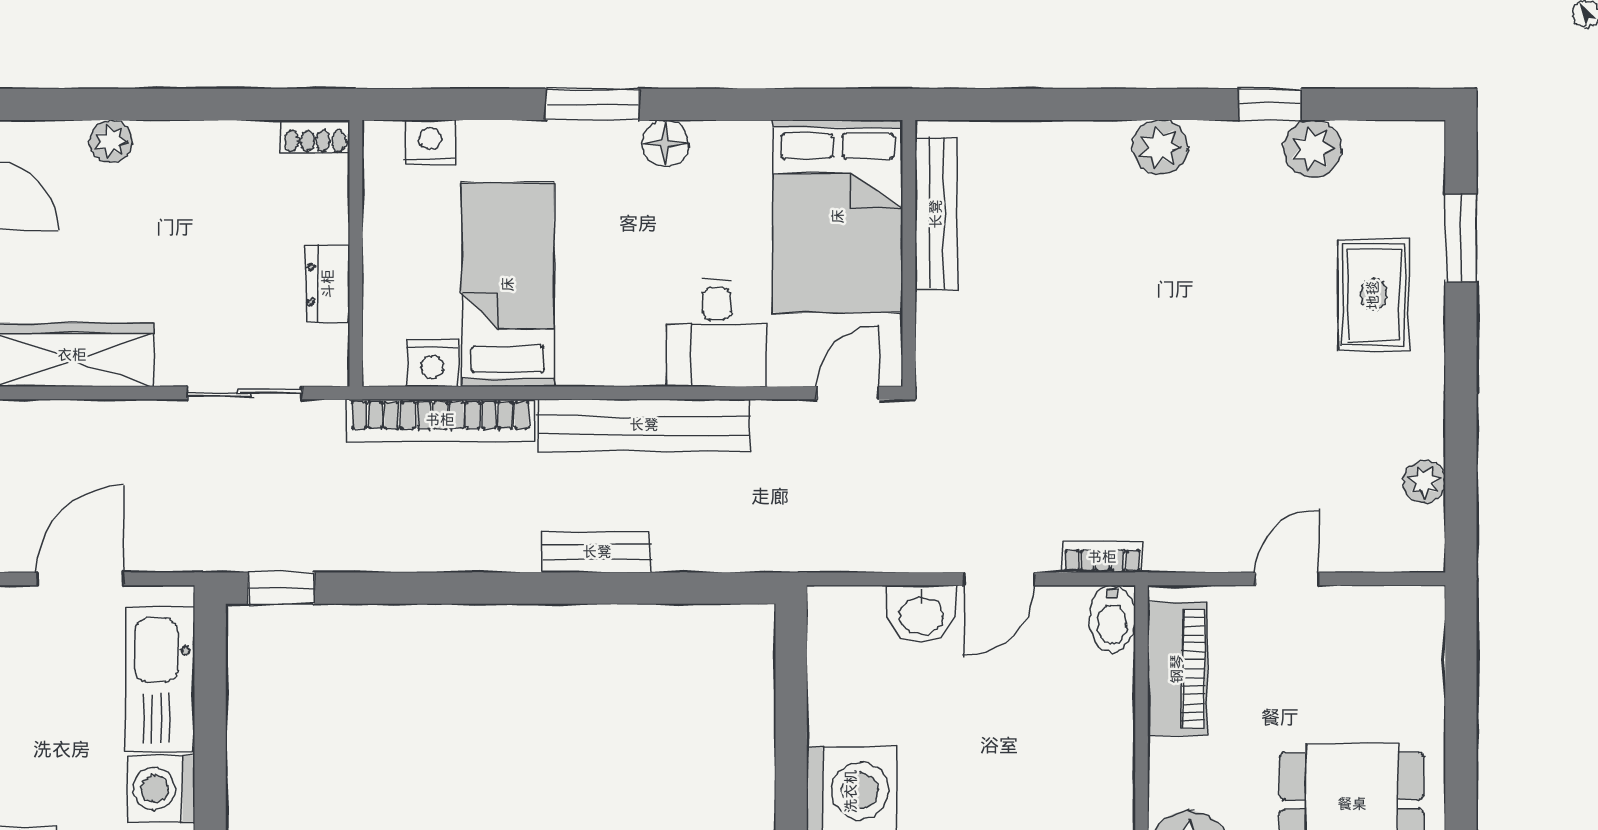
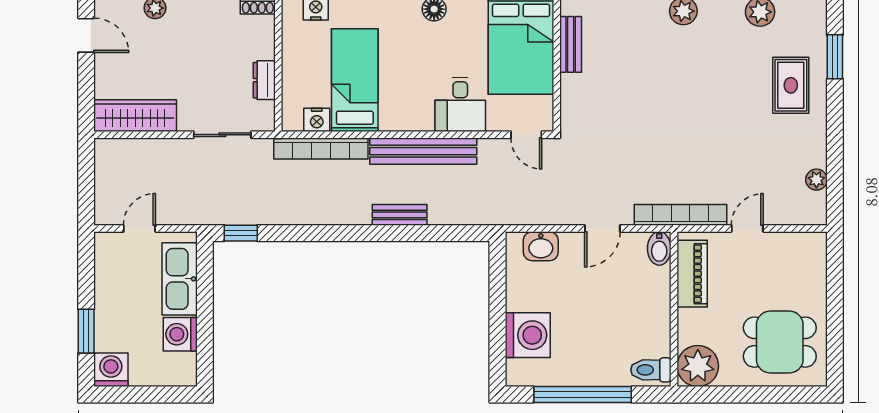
bench: (936, 214) -> (571, 44), width x0.73
door: (848, 393) -> (526, 135), swing flipped
bookcase: (1102, 557) -> (680, 215), width x2.31, depth x1.31
door: (80, 579) -> (139, 228), width x0.73
washbasin: (921, 614) -> (541, 246), moved

